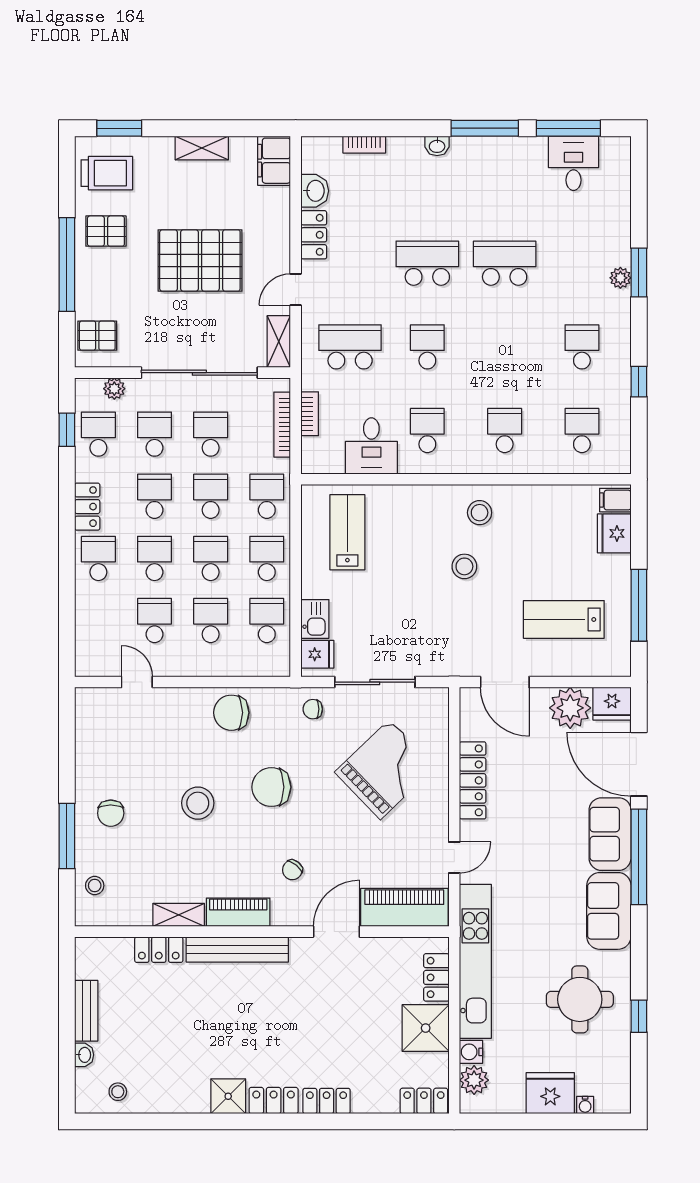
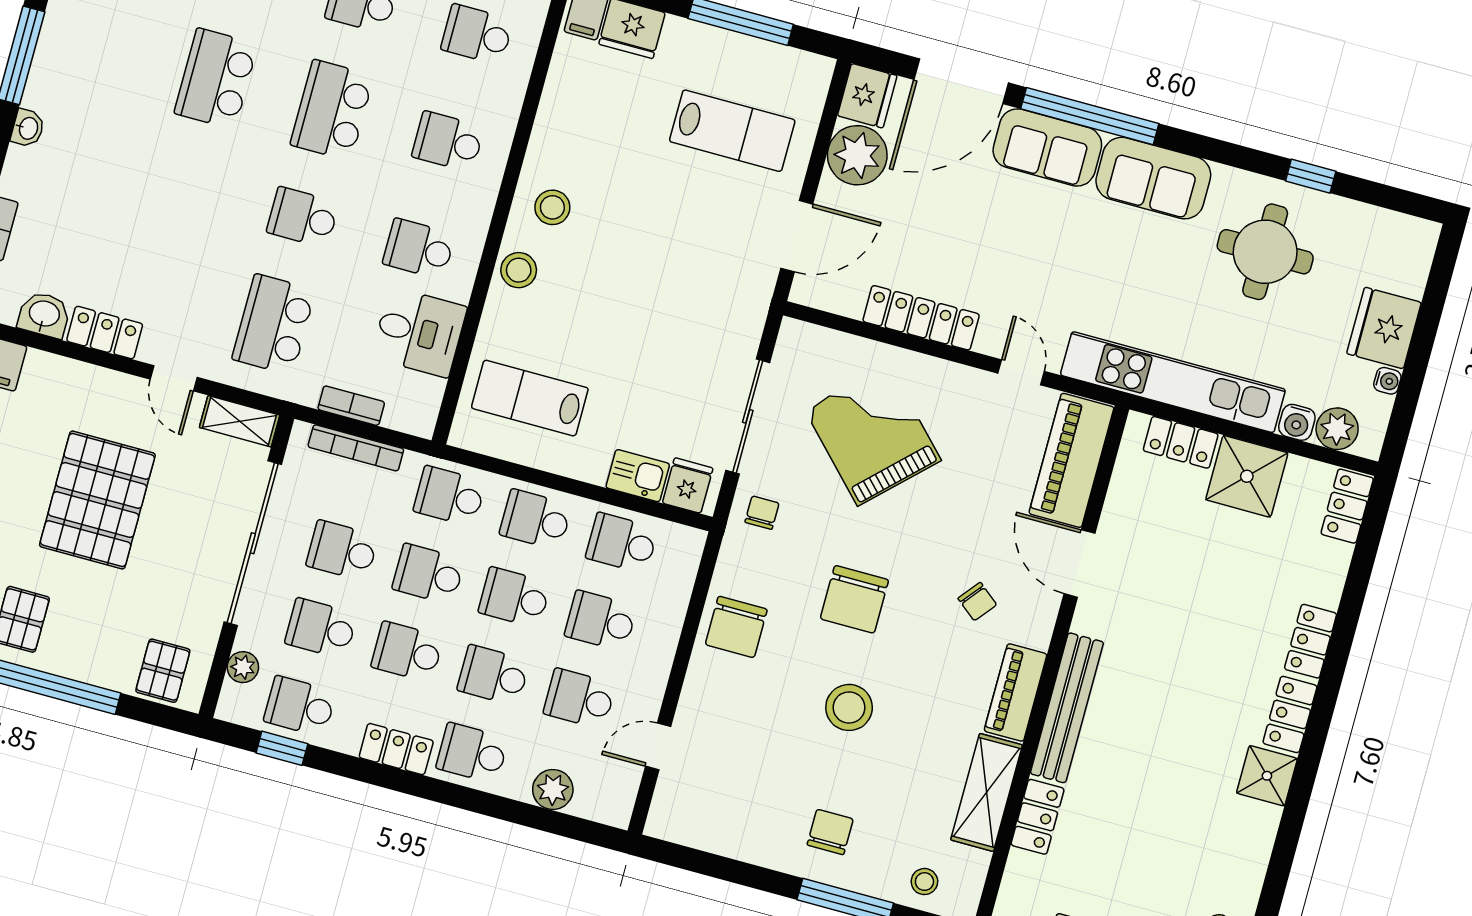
school desk: (427, 263) -> (332, 110), moved
stool: (464, 566) -> (519, 270), moved
plant: (89, 619) -> (553, 790), added
lab bench: (564, 619) -> (732, 131), turned -90
chair: (313, 709) -> (762, 513), turned 180
chair: (111, 813) -> (830, 832), turned -90
shelving: (179, 915) -> (987, 792), width x1.50, depth x1.33
water cooler: (585, 1105) -> (1387, 381), moved

